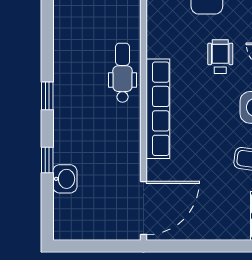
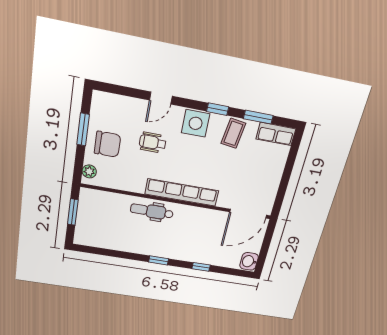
washbasin: (65, 179) -> (249, 261), moved, turned -90
door: (143, 208) -> (248, 214), swing flipped

